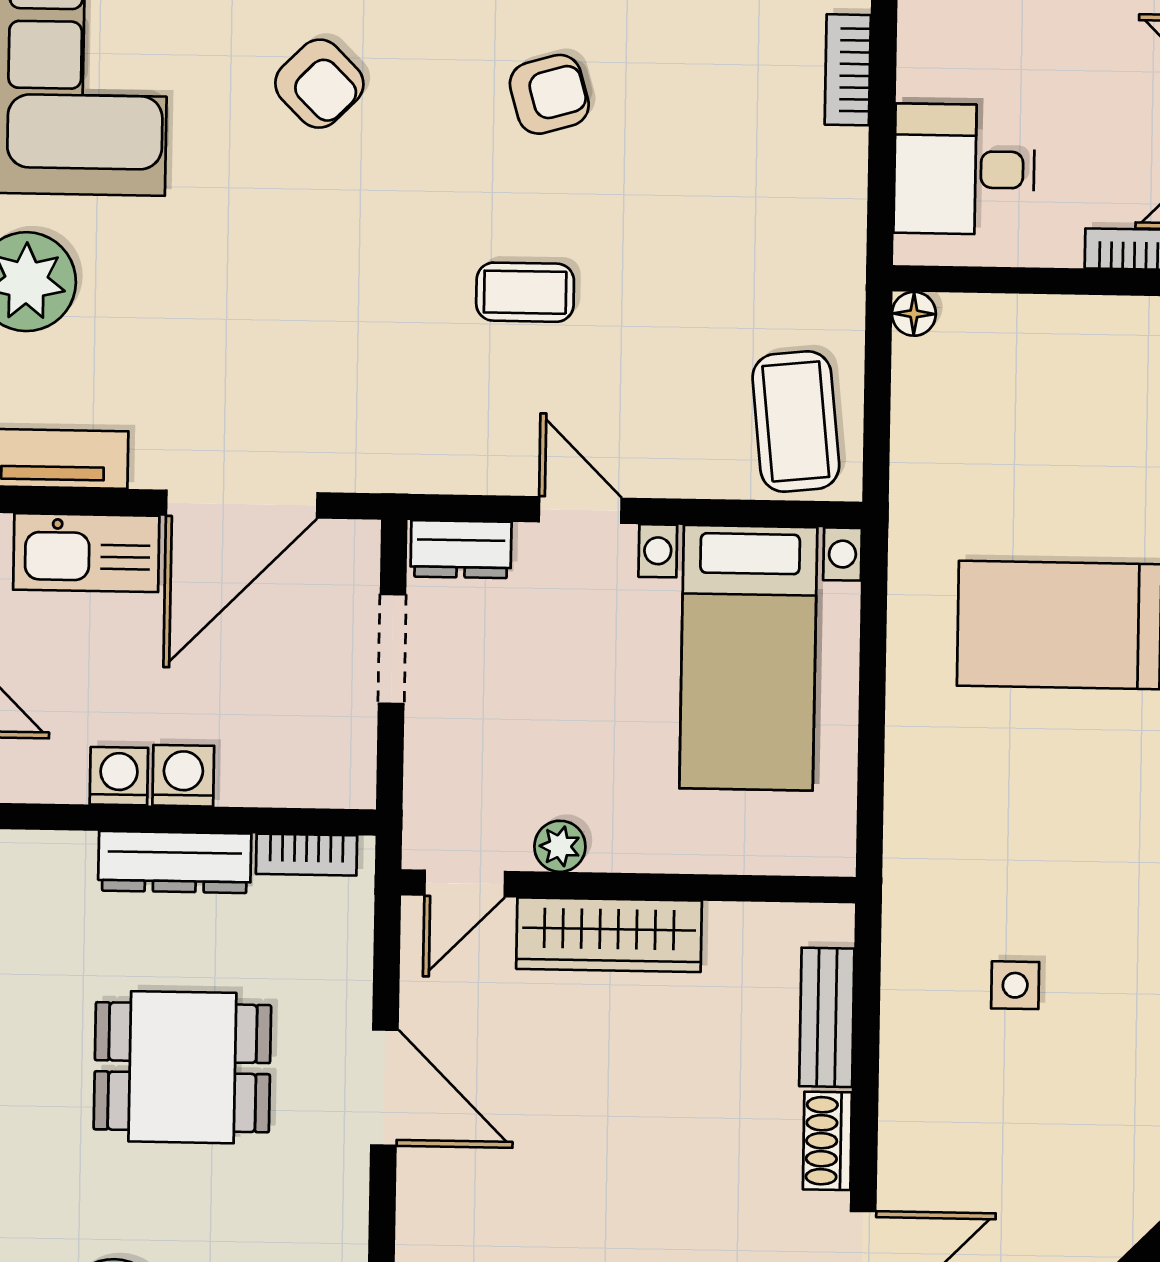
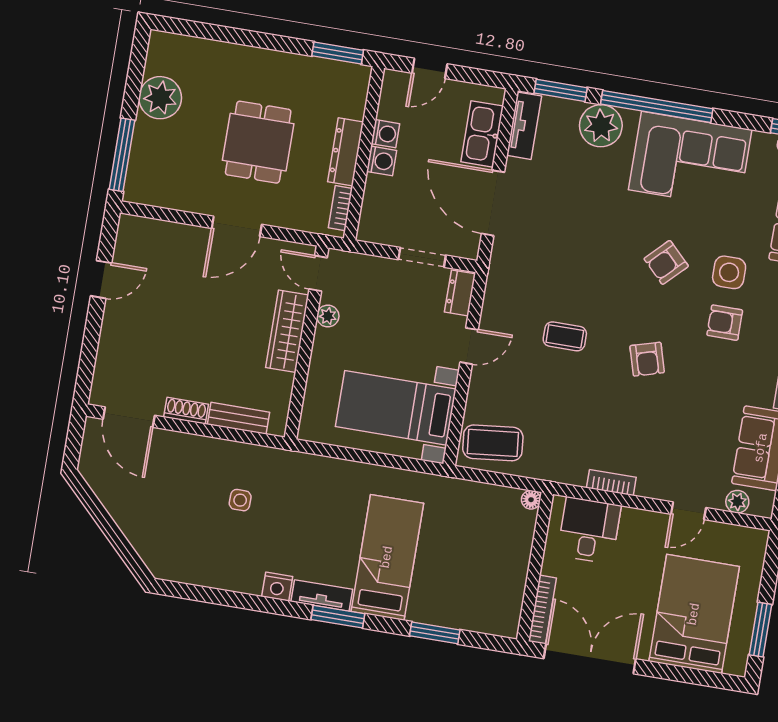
bookcase: (848, 70) -> (611, 483), moved
coffee table: (525, 292) -> (565, 336), turned 90

